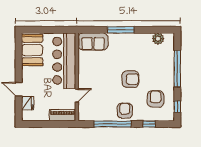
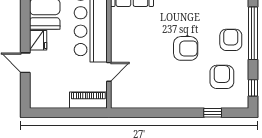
fridge: (28, 103) -> (38, 40), moved
armchair: (125, 111) -> (231, 40), moved
window: (112, 124) -> (160, 113), removed

